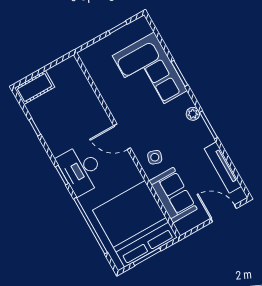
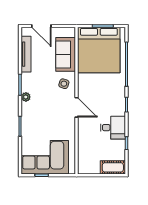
corner sofa: (150, 73) -> (45, 157), moved, turned -90
desk: (81, 170) -> (113, 128), moved, width x0.73

